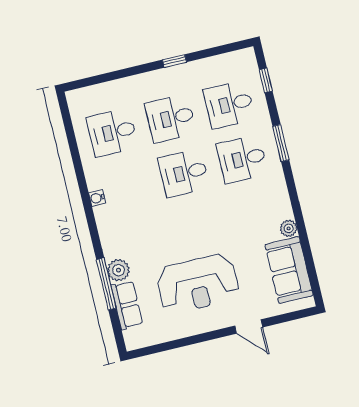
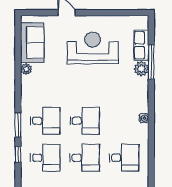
window: (266, 80) -> (18, 154), moved

